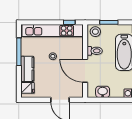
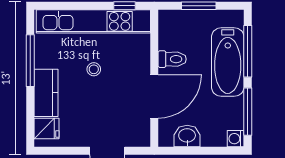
stool: (95, 32) -> (173, 23), removed
door: (85, 71) -> (154, 96), swing flipped

